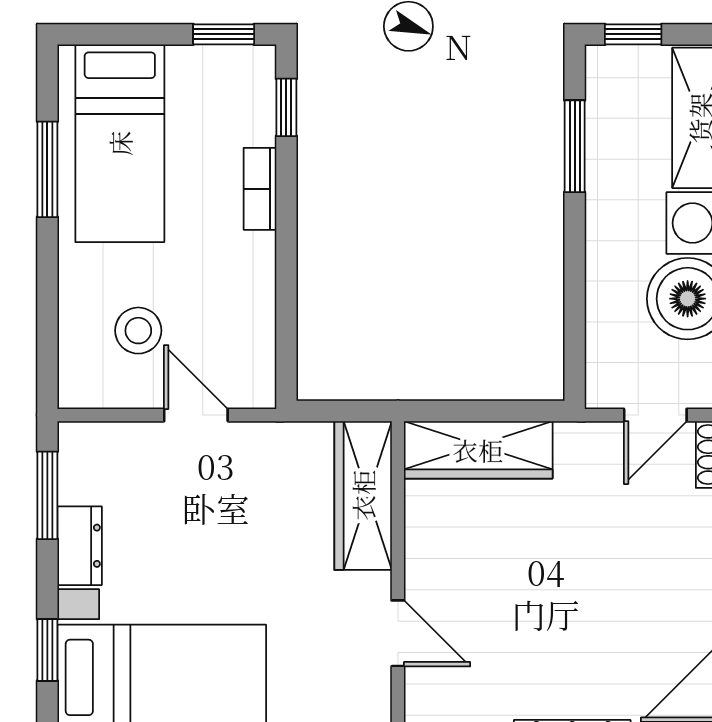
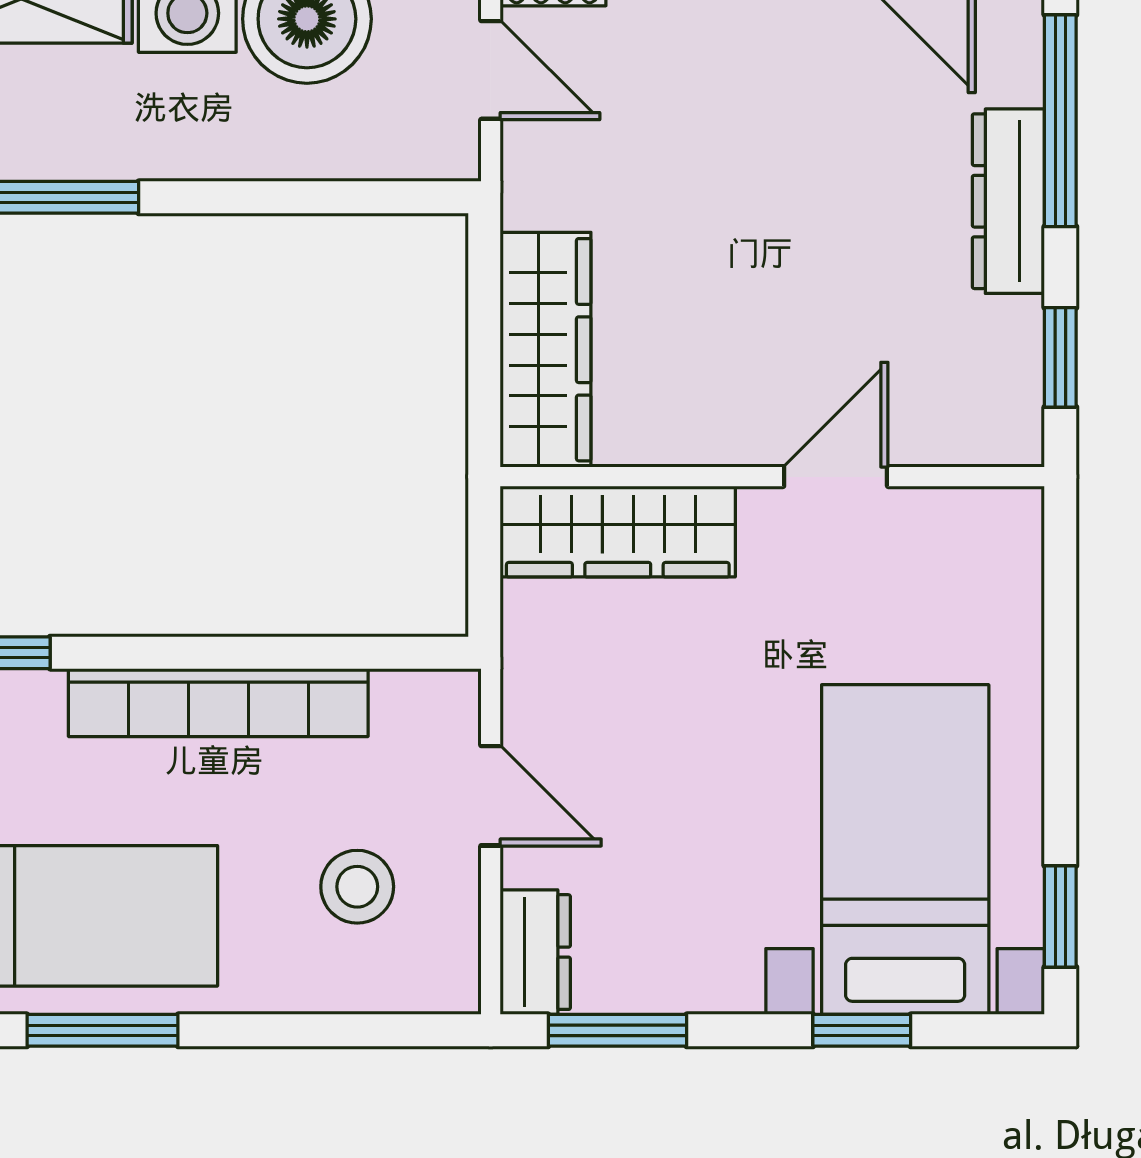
bookcase: (260, 189) -> (218, 703), width x2.31, depth x1.31
door: (196, 415) -> (491, 796), swing flipped
dresser: (80, 546) -> (535, 952), moved, turned 90

